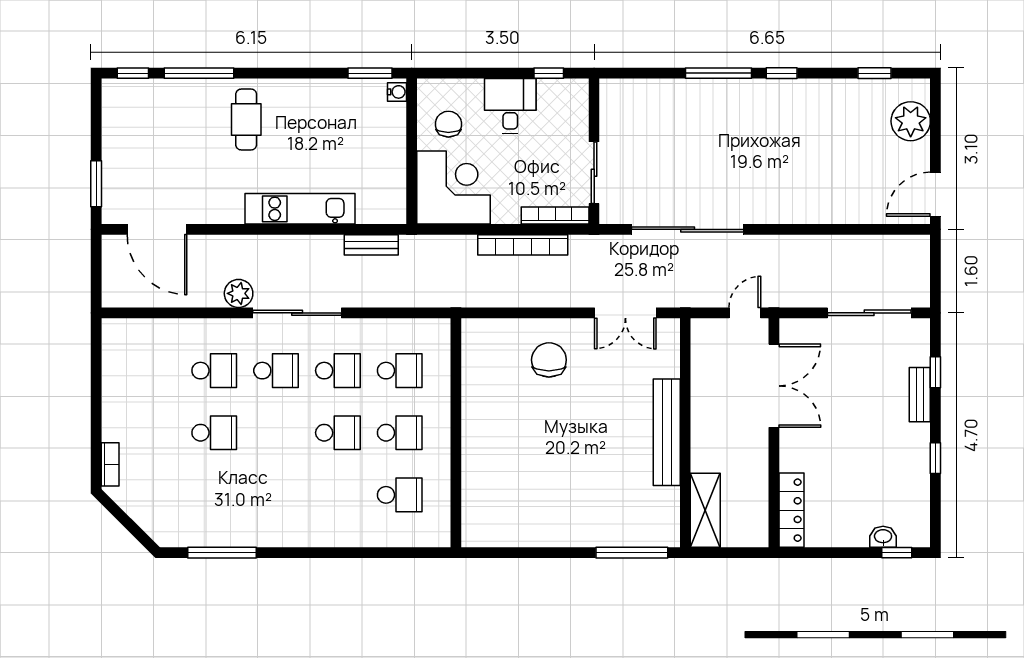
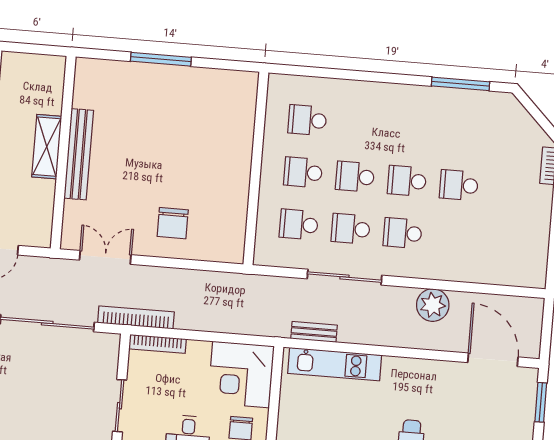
sliding door: (594, 173) -> (120, 406), moved
kitchen unit: (300, 209) -> (335, 364), moved
bookcase: (523, 245) -> (136, 317), moved
plant: (239, 293) -> (433, 305), width x1.36, depth x1.36
sliding door: (297, 313) -> (344, 277), moved
school desk: (214, 371) -> (407, 181), moved
shelving: (705, 510) -> (47, 147), moved
window: (632, 553) -> (161, 59), moved

